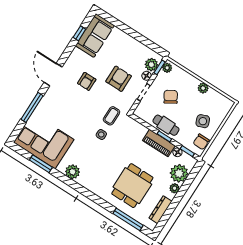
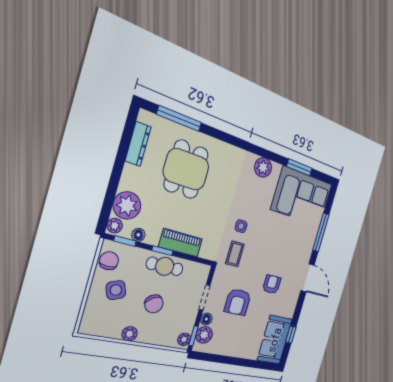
chair: (171, 97) -> (154, 304), moved
piano: (159, 143) -> (181, 243), moved
plant: (175, 188) -> (115, 226), moved

